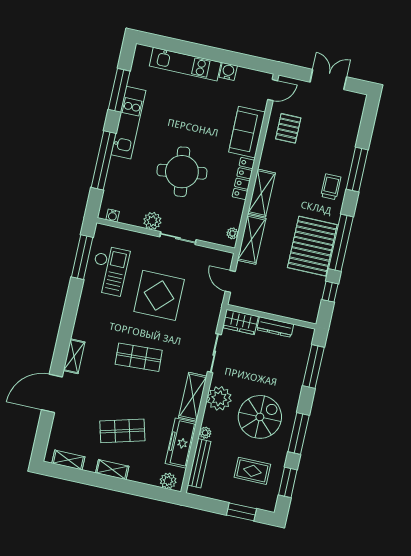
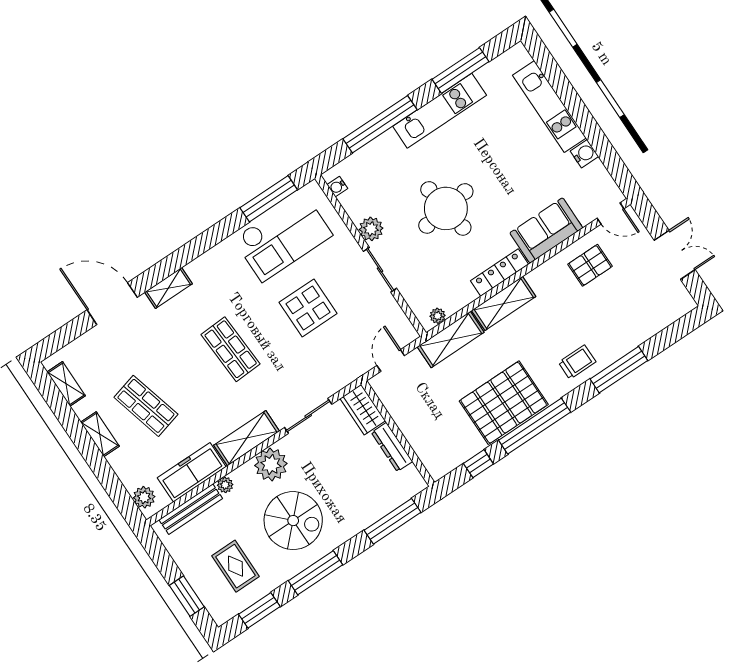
checkout: (109, 270) -> (283, 237), width x1.36, depth x1.21
display table: (159, 295) -> (308, 308), width x0.73, depth x0.73

